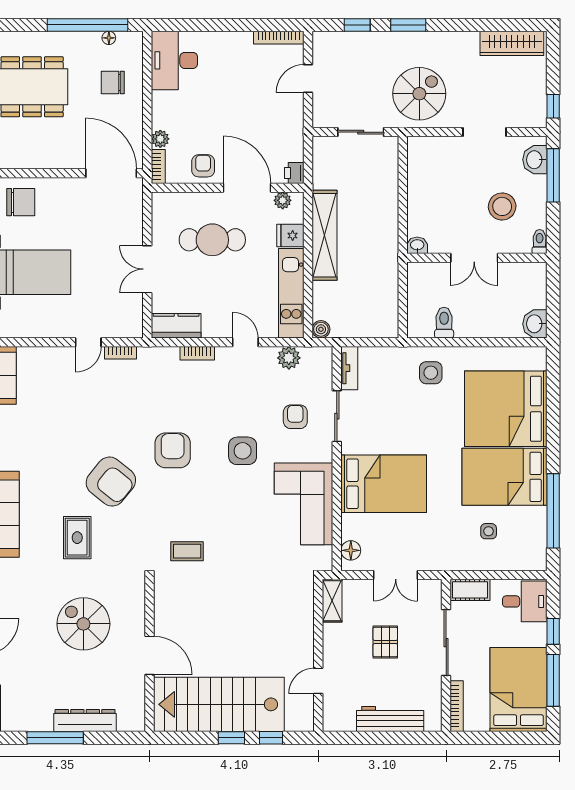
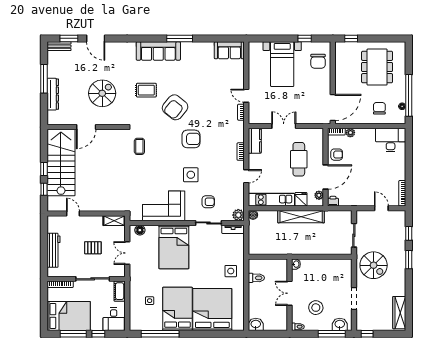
plant: (289, 358) -> (238, 215), moved

